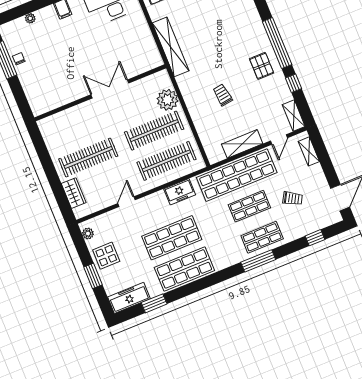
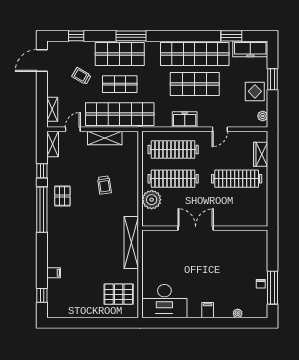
double door: (110, 89) -> (196, 228), swing flipped
freezer: (180, 192) -> (185, 119), moved
shop shelf: (262, 237) -> (120, 54), width x1.43, depth x1.36
shop shelf: (184, 269) -> (195, 54), width x1.40

